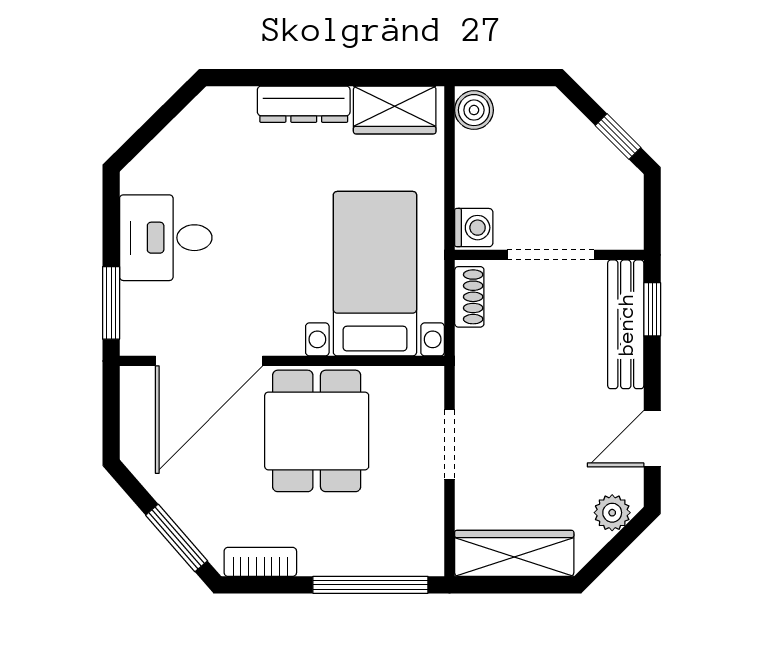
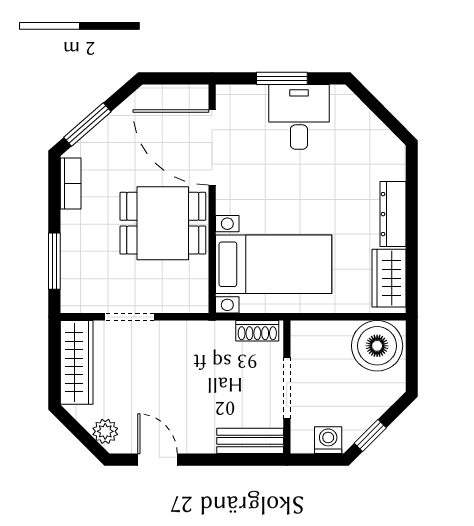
boiler: (474, 110) -> (377, 346), width x1.86, depth x1.86
washing machine: (474, 228) -> (328, 440), moved, turned 180
window: (111, 303) -> (282, 78), moved
window: (652, 309) -> (249, 460), removed
bench: (626, 324) -> (250, 441), width x0.73
doorway: (450, 444) -> (130, 317), moved
window: (370, 585) -> (54, 261), width x0.69

